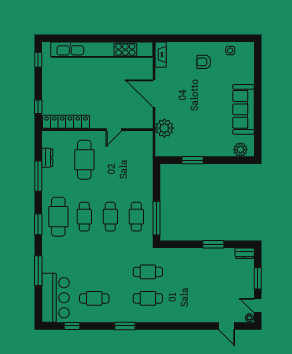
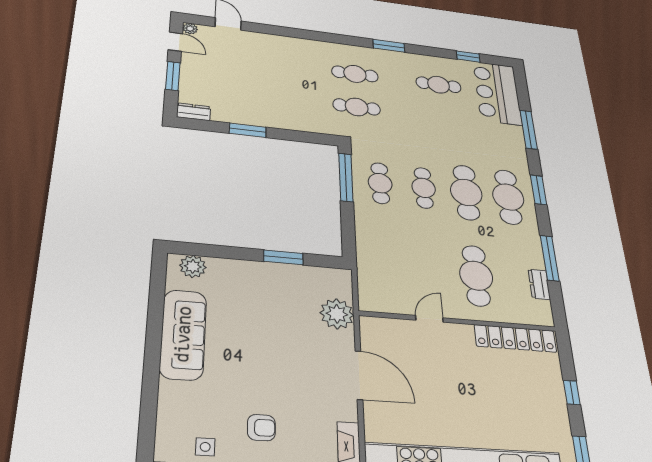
window: (38, 107) -> (572, 392), moved
cafe table: (84, 217) -> (466, 192), width x1.37, depth x1.35

